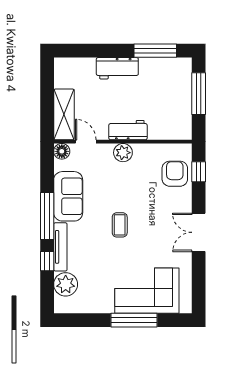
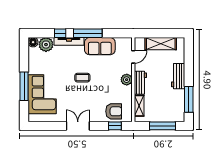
shelving: (64, 114) -> (161, 44), moved
shelving: (166, 132) -> (139, 106), added
floor lamp: (62, 151) -> (33, 42), moved

